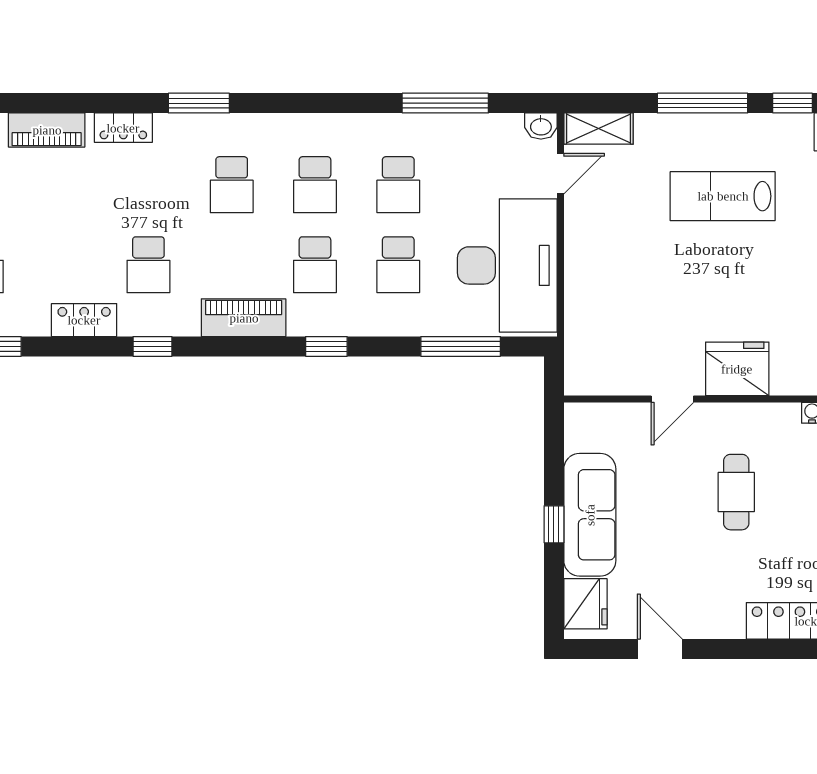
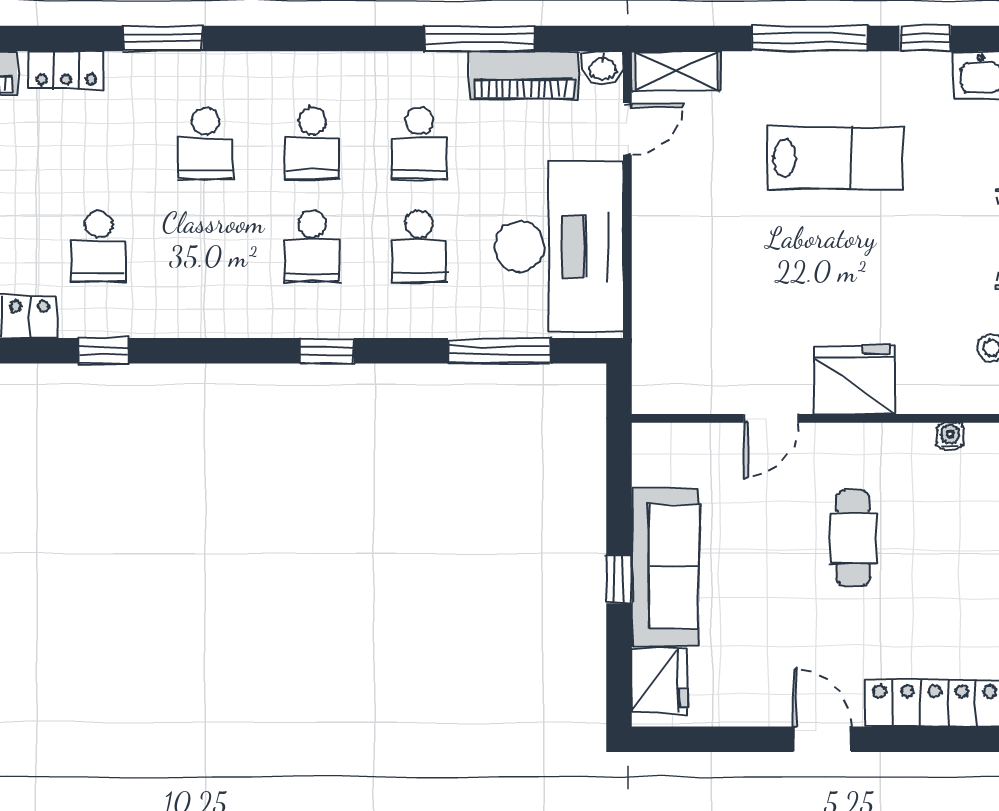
lab bench: (723, 196) -> (836, 158), turned 180
piano: (244, 318) -> (524, 75), moved, turned 180
door: (660, 649) -> (822, 739), moved

